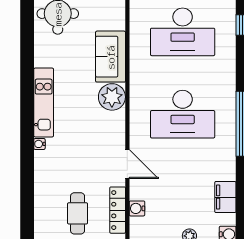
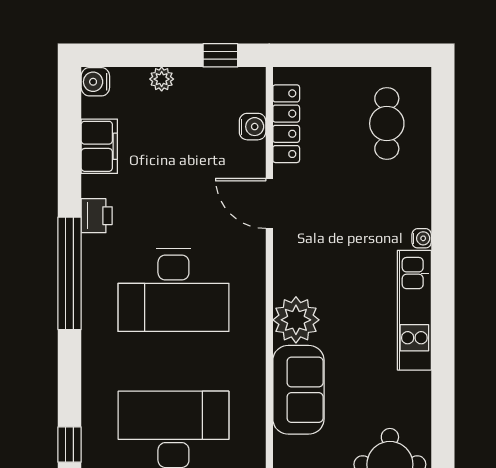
desk: (183, 114) -> (173, 290), turned 180
printer: (227, 157) -> (97, 216), added
cafe table: (78, 213) -> (387, 124), moved

